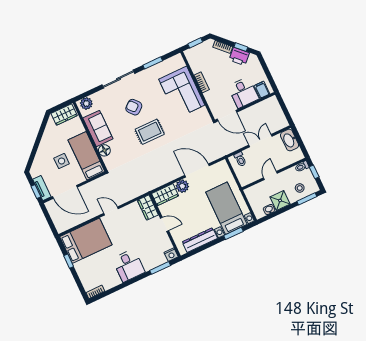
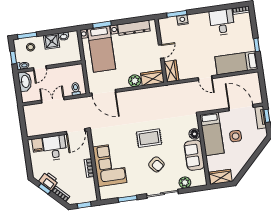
plant: (86, 103) -> (185, 183), moved
door: (227, 116) -> (76, 131), swing flipped
washbasin: (290, 140) -> (25, 81), moved
double door: (260, 141) -> (53, 100), swing flipped
door: (197, 170) -> (104, 93), moved
door: (270, 175) -> (40, 68), moved
door: (165, 224) -> (161, 51), swing flipped
bed: (86, 241) -> (236, 63), width x0.67
nightstand: (171, 255) -> (182, 20), moved
desk: (129, 265) -> (222, 22), moved

